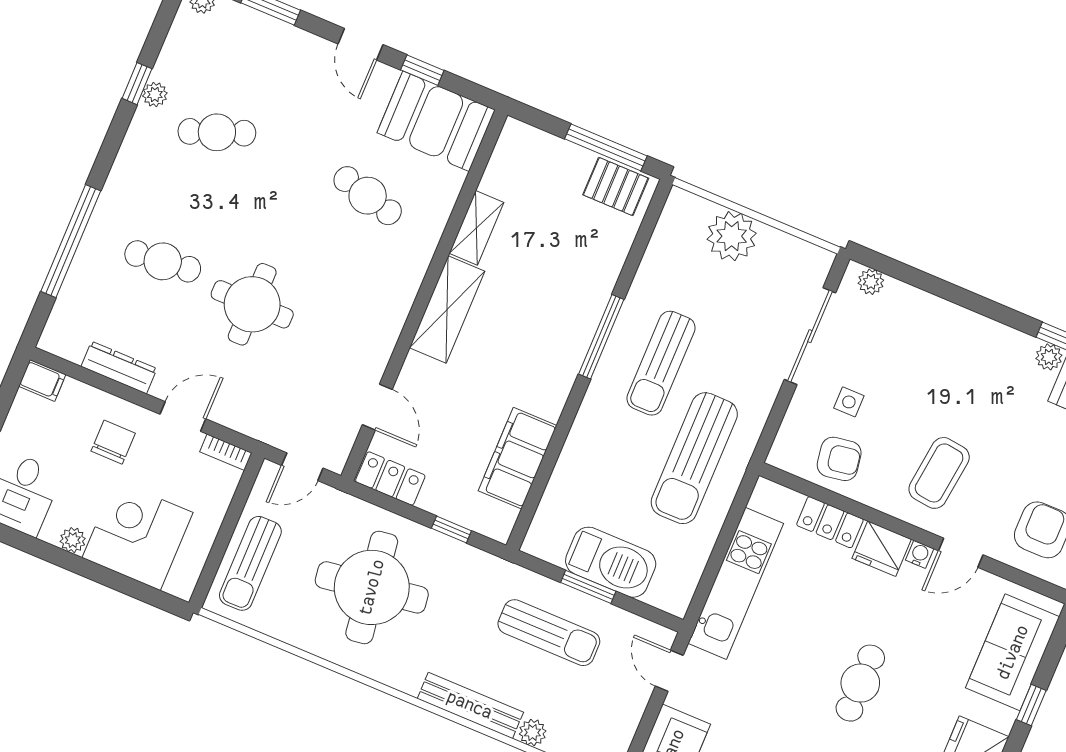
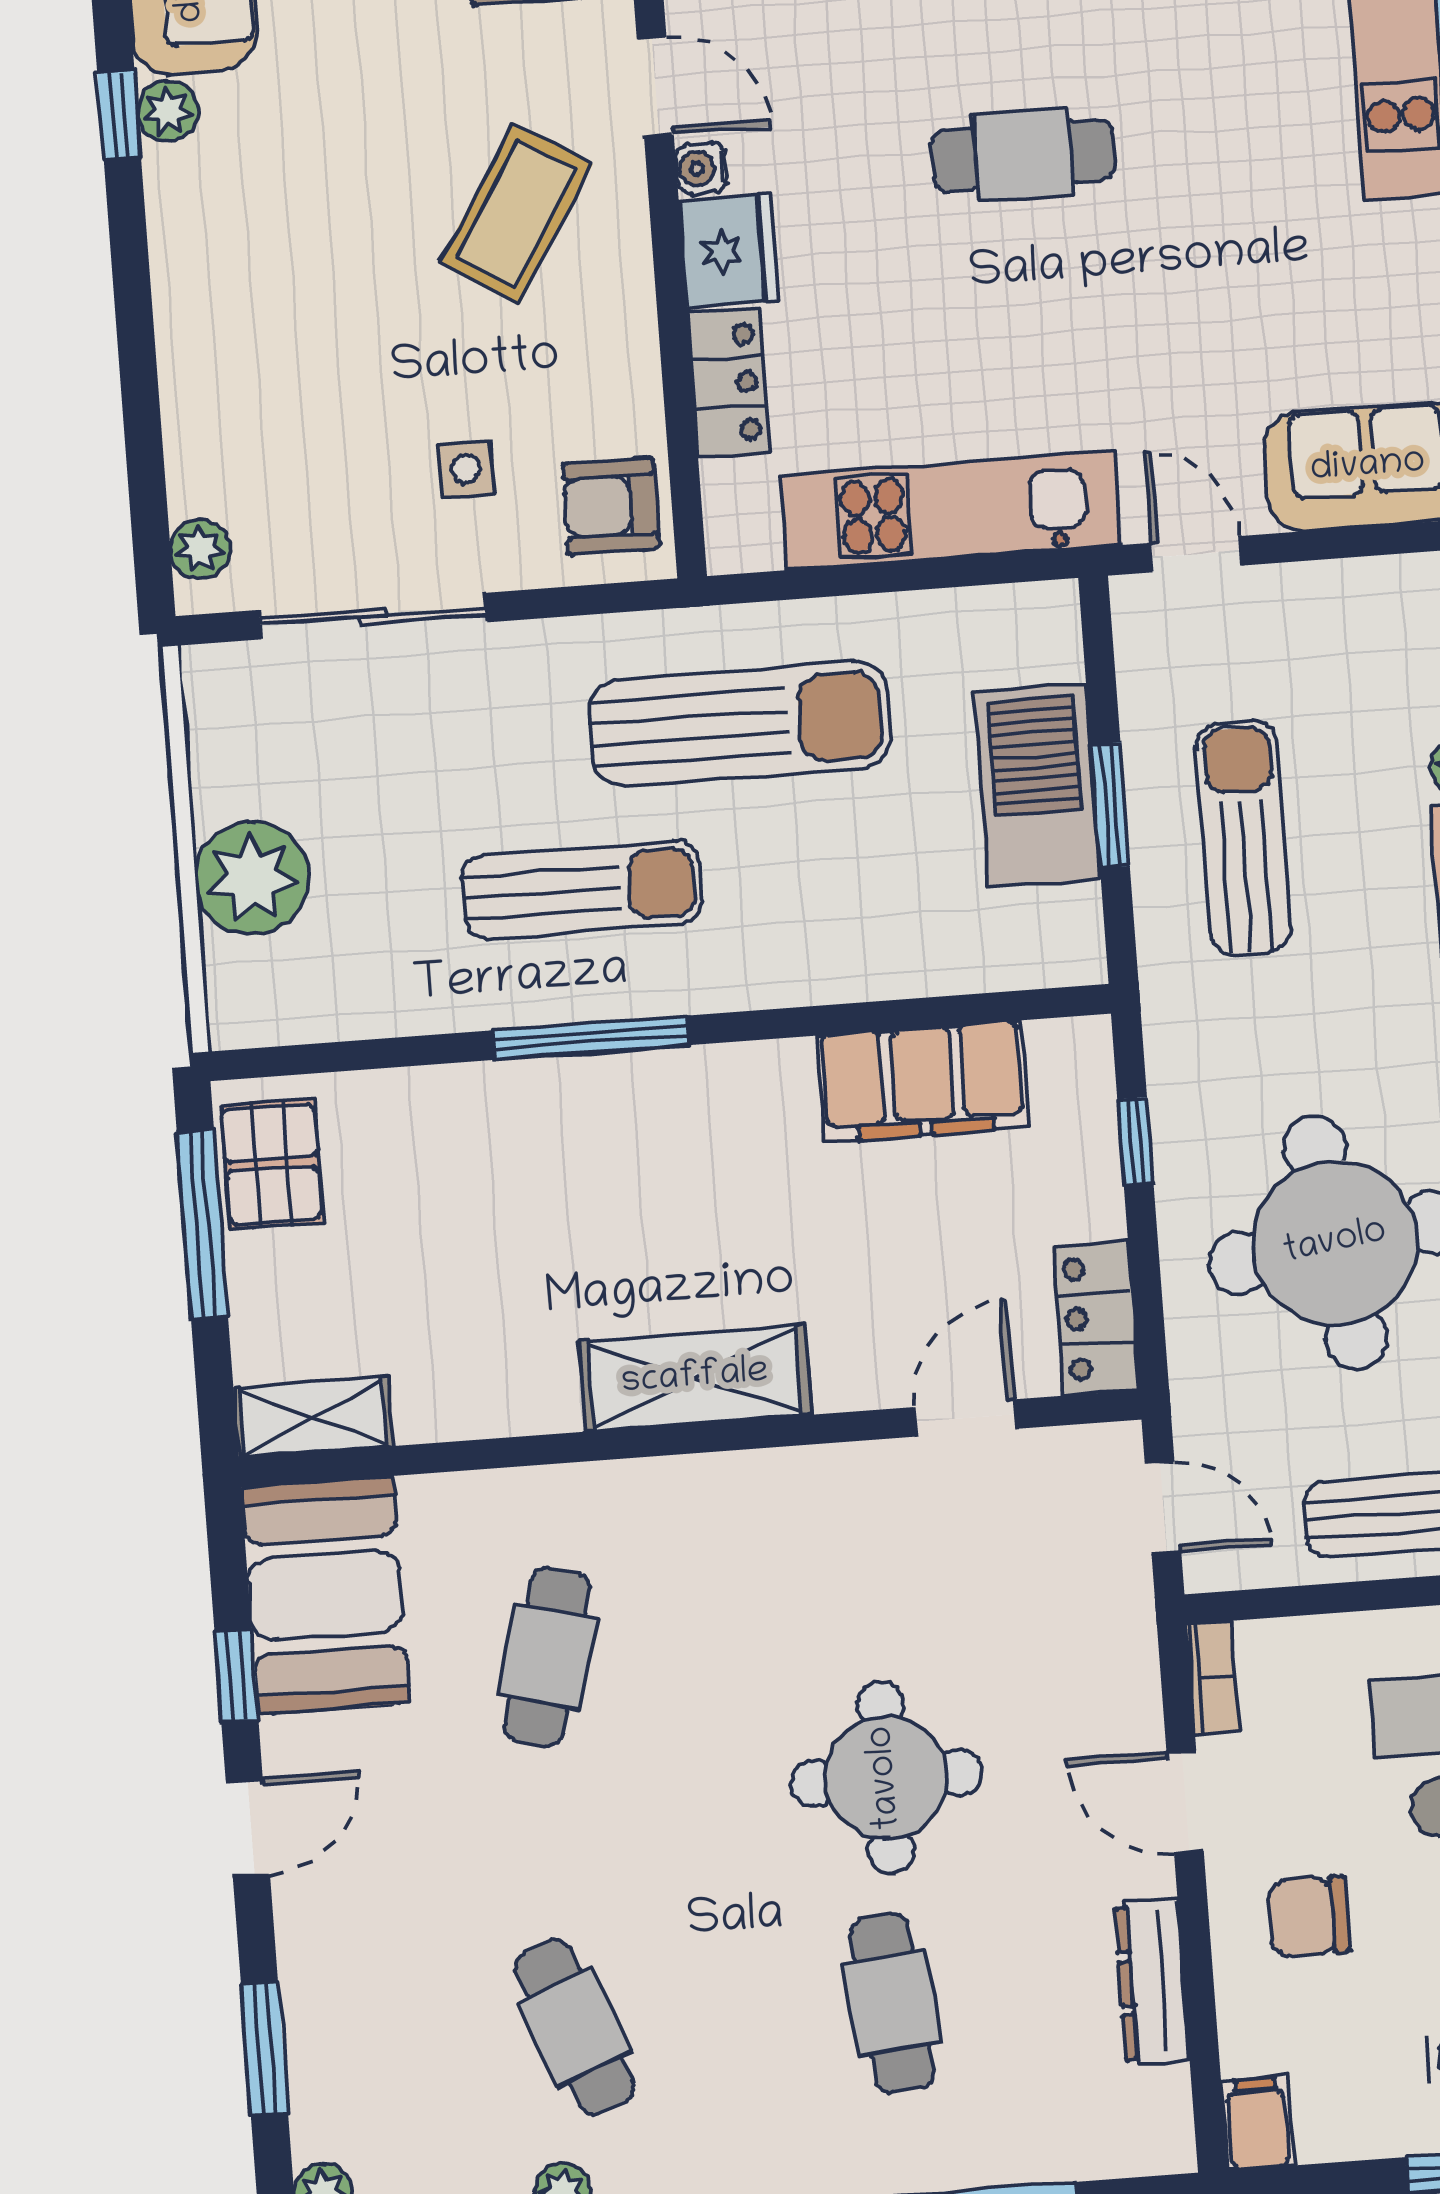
shelving: (476, 228) -> (313, 1417), moved
armchair: (839, 459) -> (611, 506), moved, turned -81
coffee table: (939, 473) -> (516, 213), turned -65
door: (669, 671) -> (1196, 554), swing flipped

